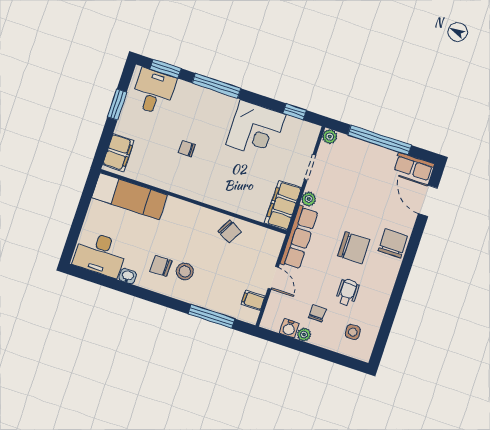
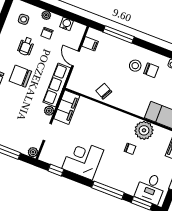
plant: (167, 177) -> (144, 130), added
plant: (304, 335) -> (46, 15), moved

